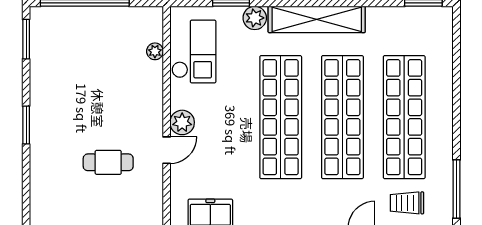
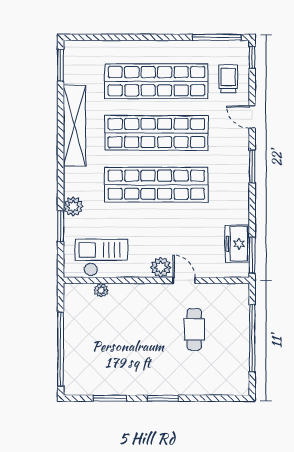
shelving: (317, 19) -> (74, 126), moved
window: (26, 39) -> (110, 398), moved
trolley: (407, 203) -> (228, 79), turned 180

